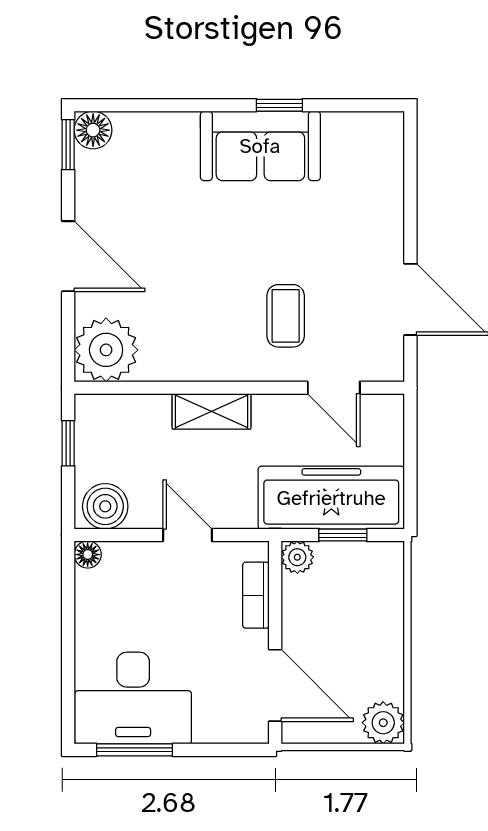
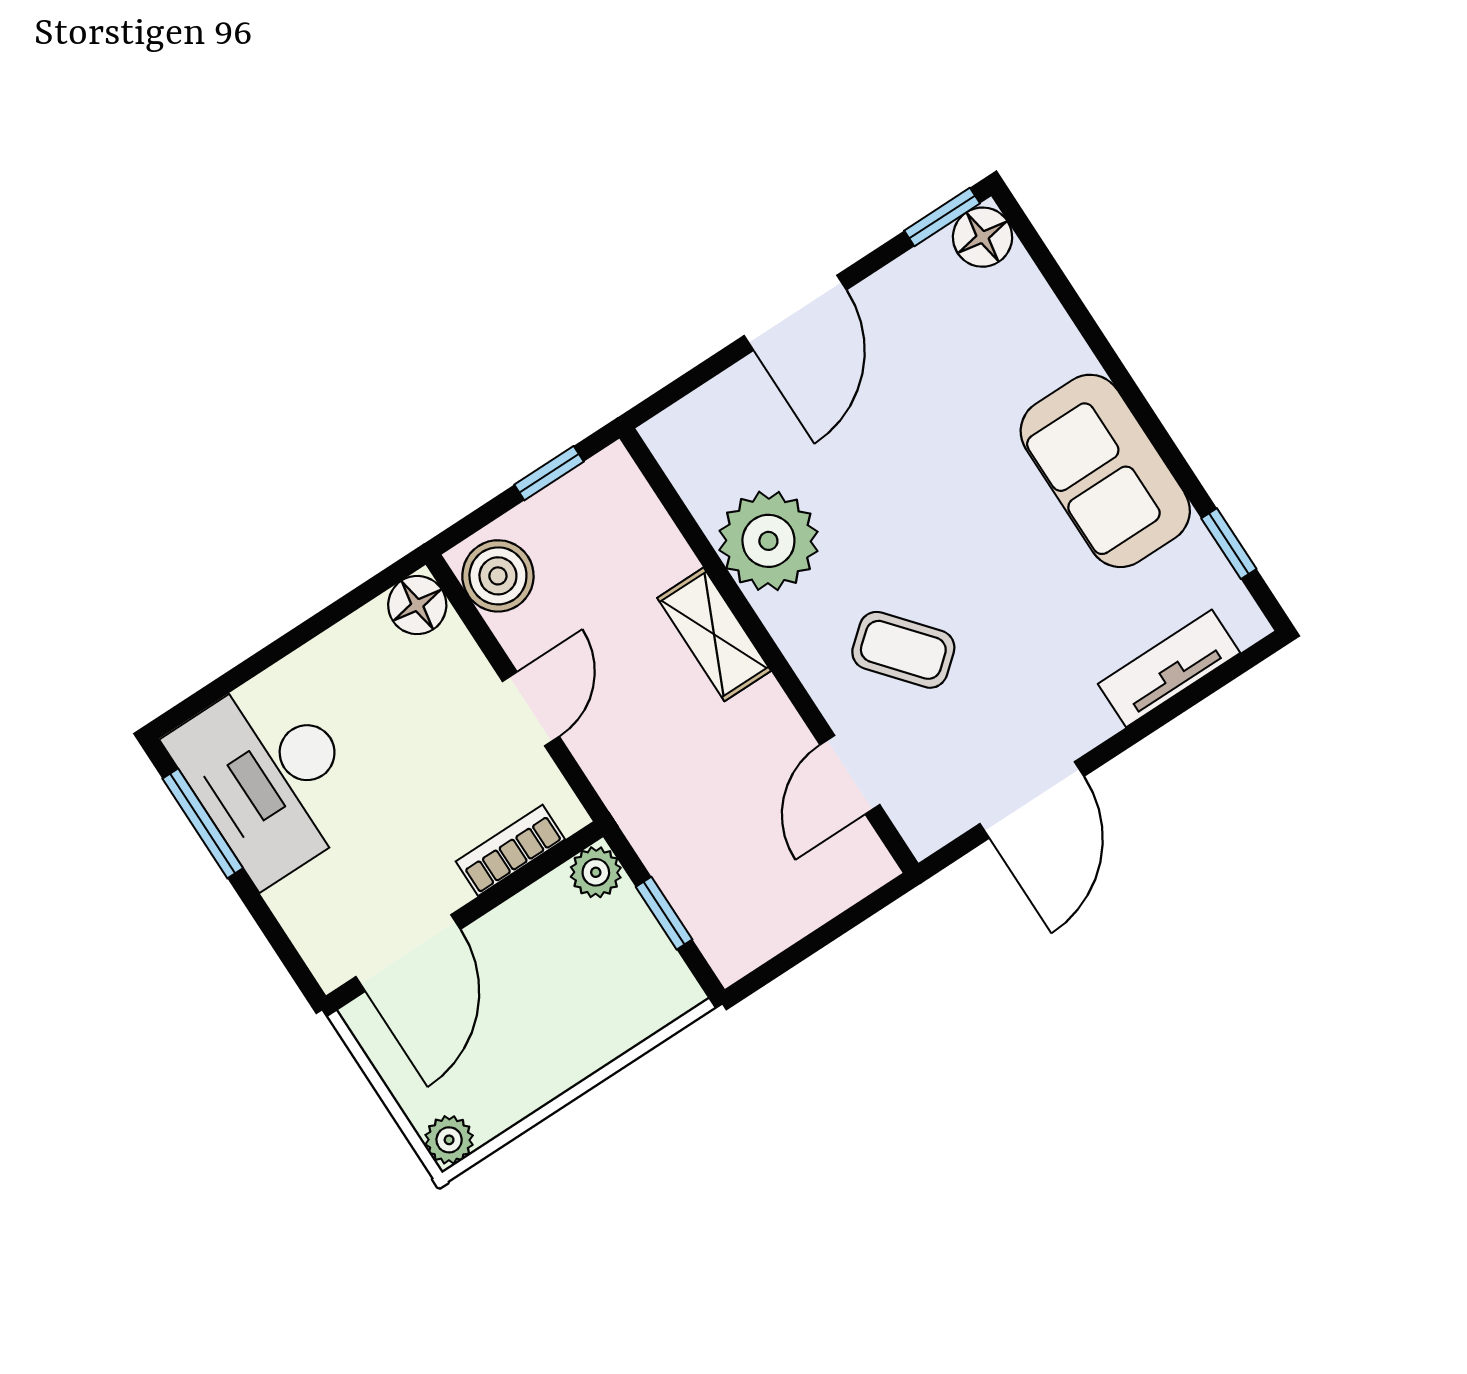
window: (279, 105) -> (1229, 544), moved
tv unit: (388, 181) -> (1169, 668), added
coffee table: (286, 316) -> (903, 650), turned 50
plant: (106, 350) -> (768, 541), moved
freezer: (331, 498) -> (703, 866), removed
floor lamp: (88, 555) -> (417, 605), width x1.37, depth x1.37
plant: (383, 723) -> (449, 1140), width x0.73, depth x0.73

